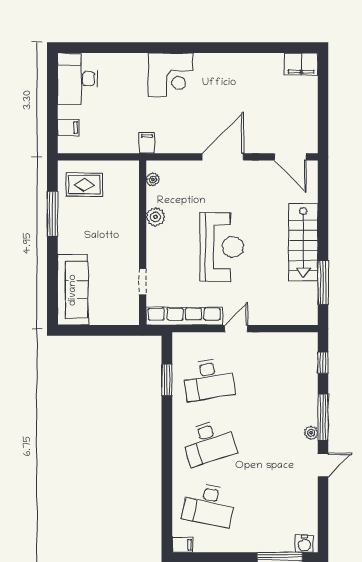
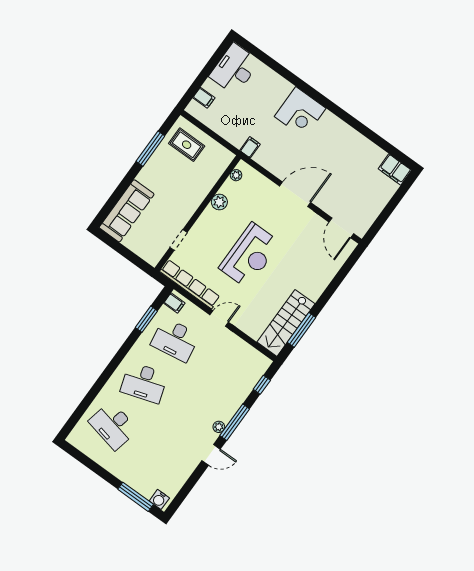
stairs: (303, 242) -> (286, 323), moved
filing cabinet: (182, 545) -> (174, 303), moved

